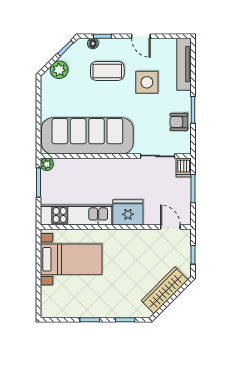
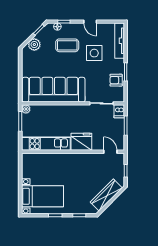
bed with nightstands: (71, 259) -> (43, 196), moved

